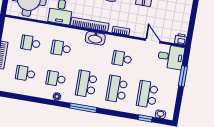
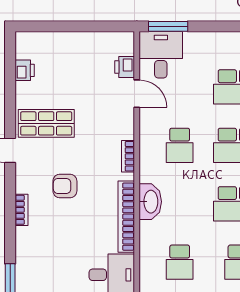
printer: (181, 39) -> (125, 67), moved
door: (153, 41) -> (137, 94), swing flipped
window: (183, 76) -> (168, 26), moved

